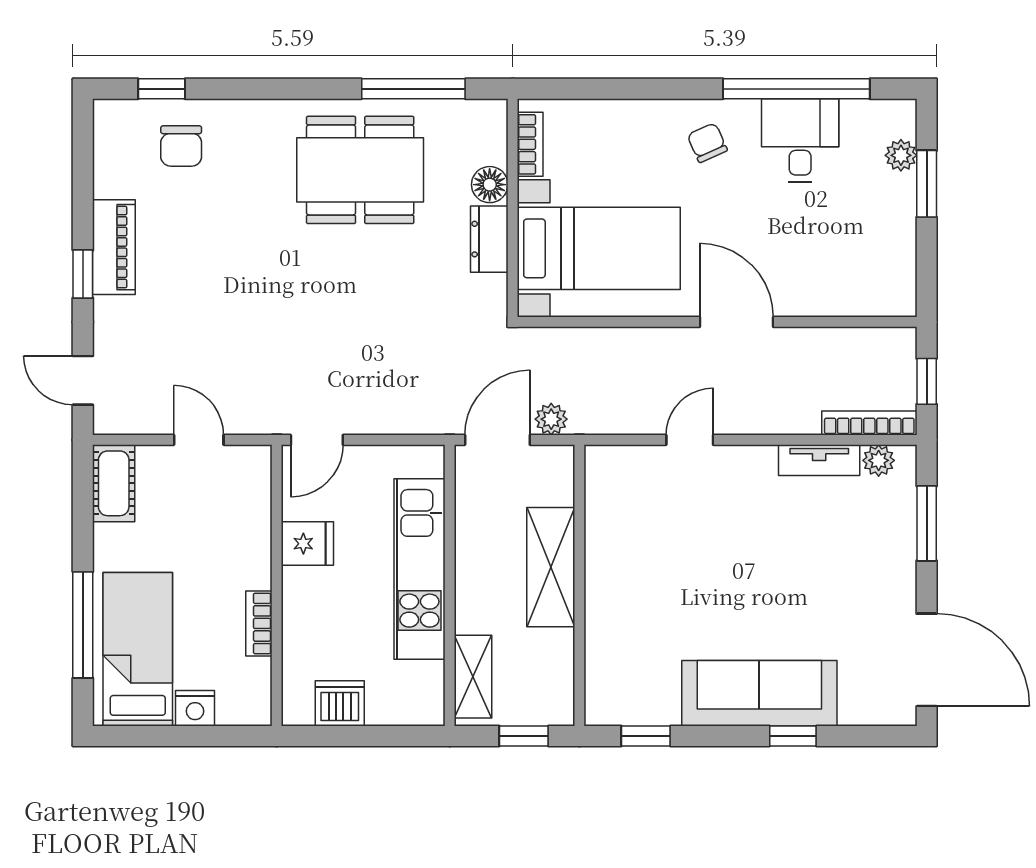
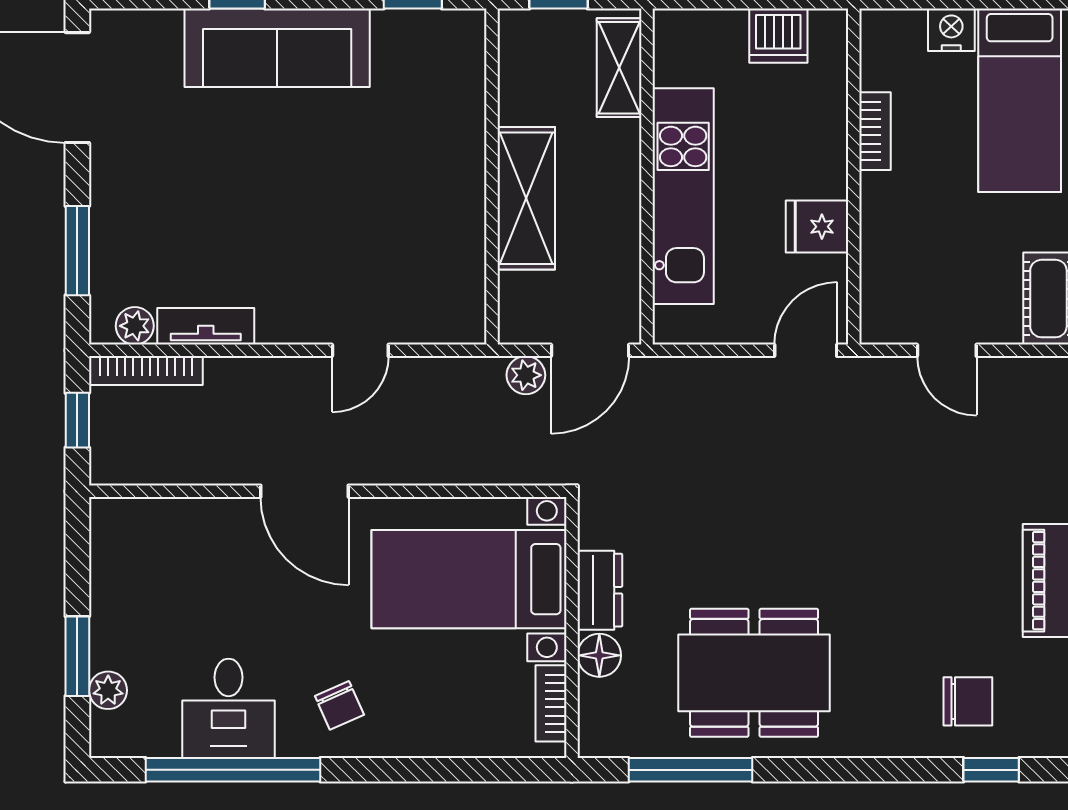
chair: (181, 146) -> (968, 701), turned 90

